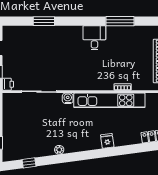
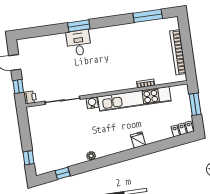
window: (44, 21) -> (79, 26), moved
window: (120, 21) -> (148, 16), moved
desk: (94, 38) -> (79, 43), moved

